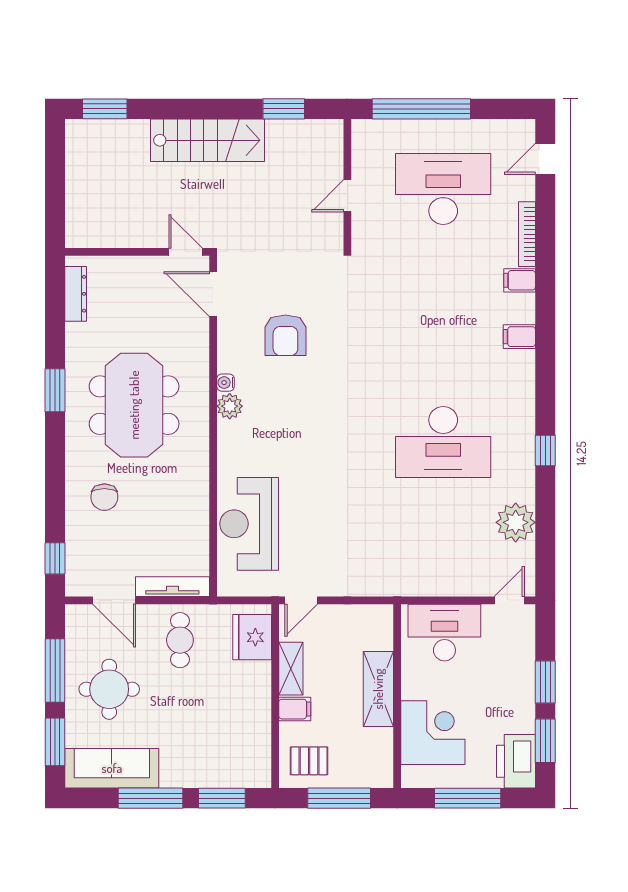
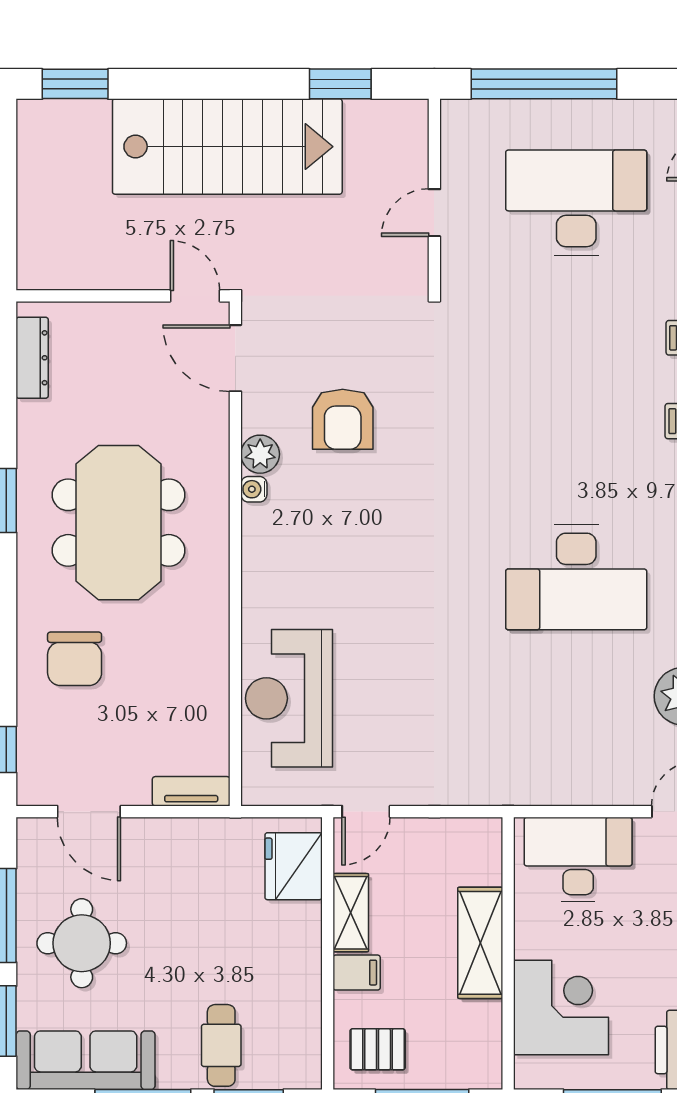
stairs: (208, 140) -> (227, 147), width x1.36, depth x1.51
plant: (230, 406) -> (260, 454), moved
chair: (104, 497) -> (75, 659), width x1.37, depth x1.37
tv unit: (172, 587) -> (191, 791), width x0.71
cafe table: (180, 640) -> (221, 1045), moved

